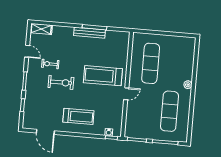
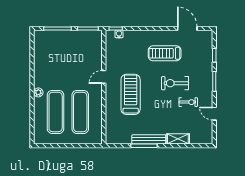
shelving: (41, 29) -> (178, 139), moved
treadmill: (103, 76) -> (131, 94), turned -90
exercise mat: (170, 111) -> (56, 112), moved
treadmill: (78, 116) -> (165, 53), moved

